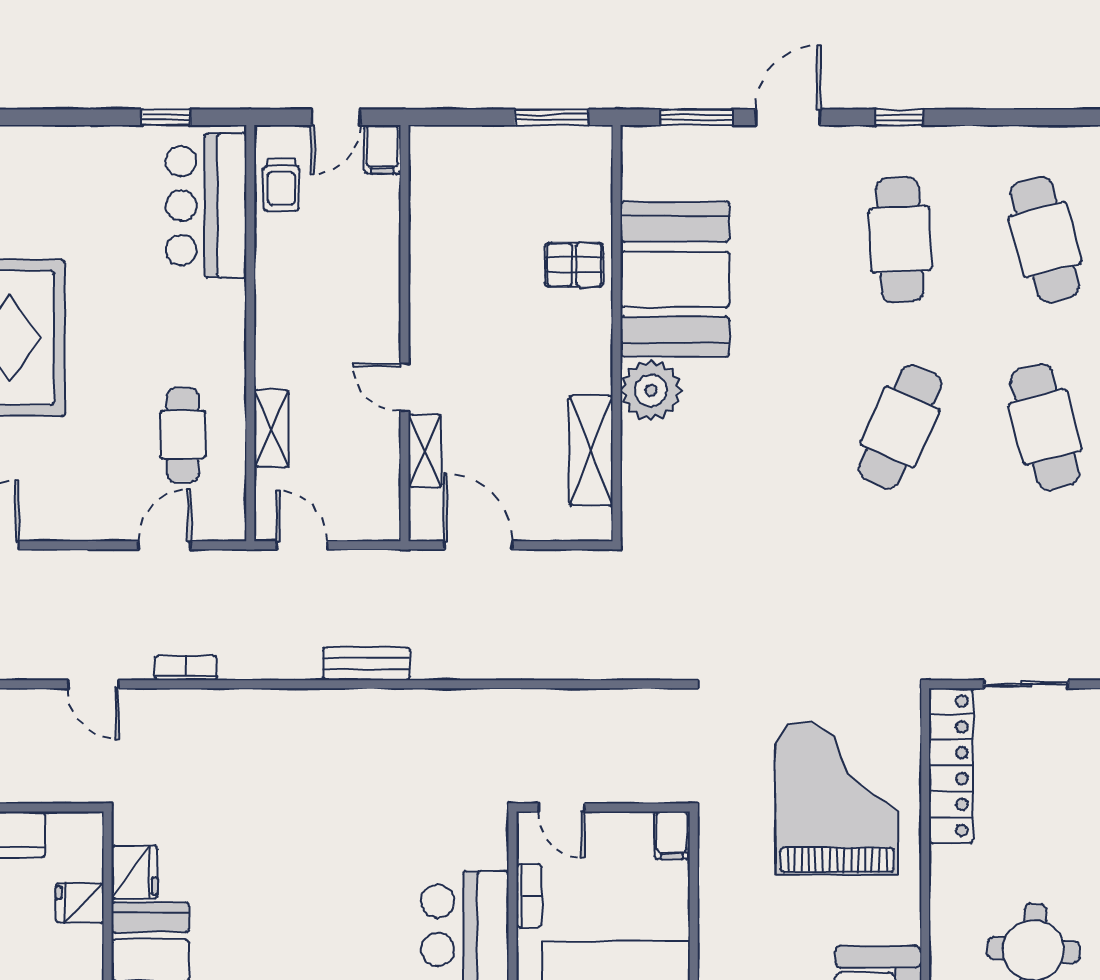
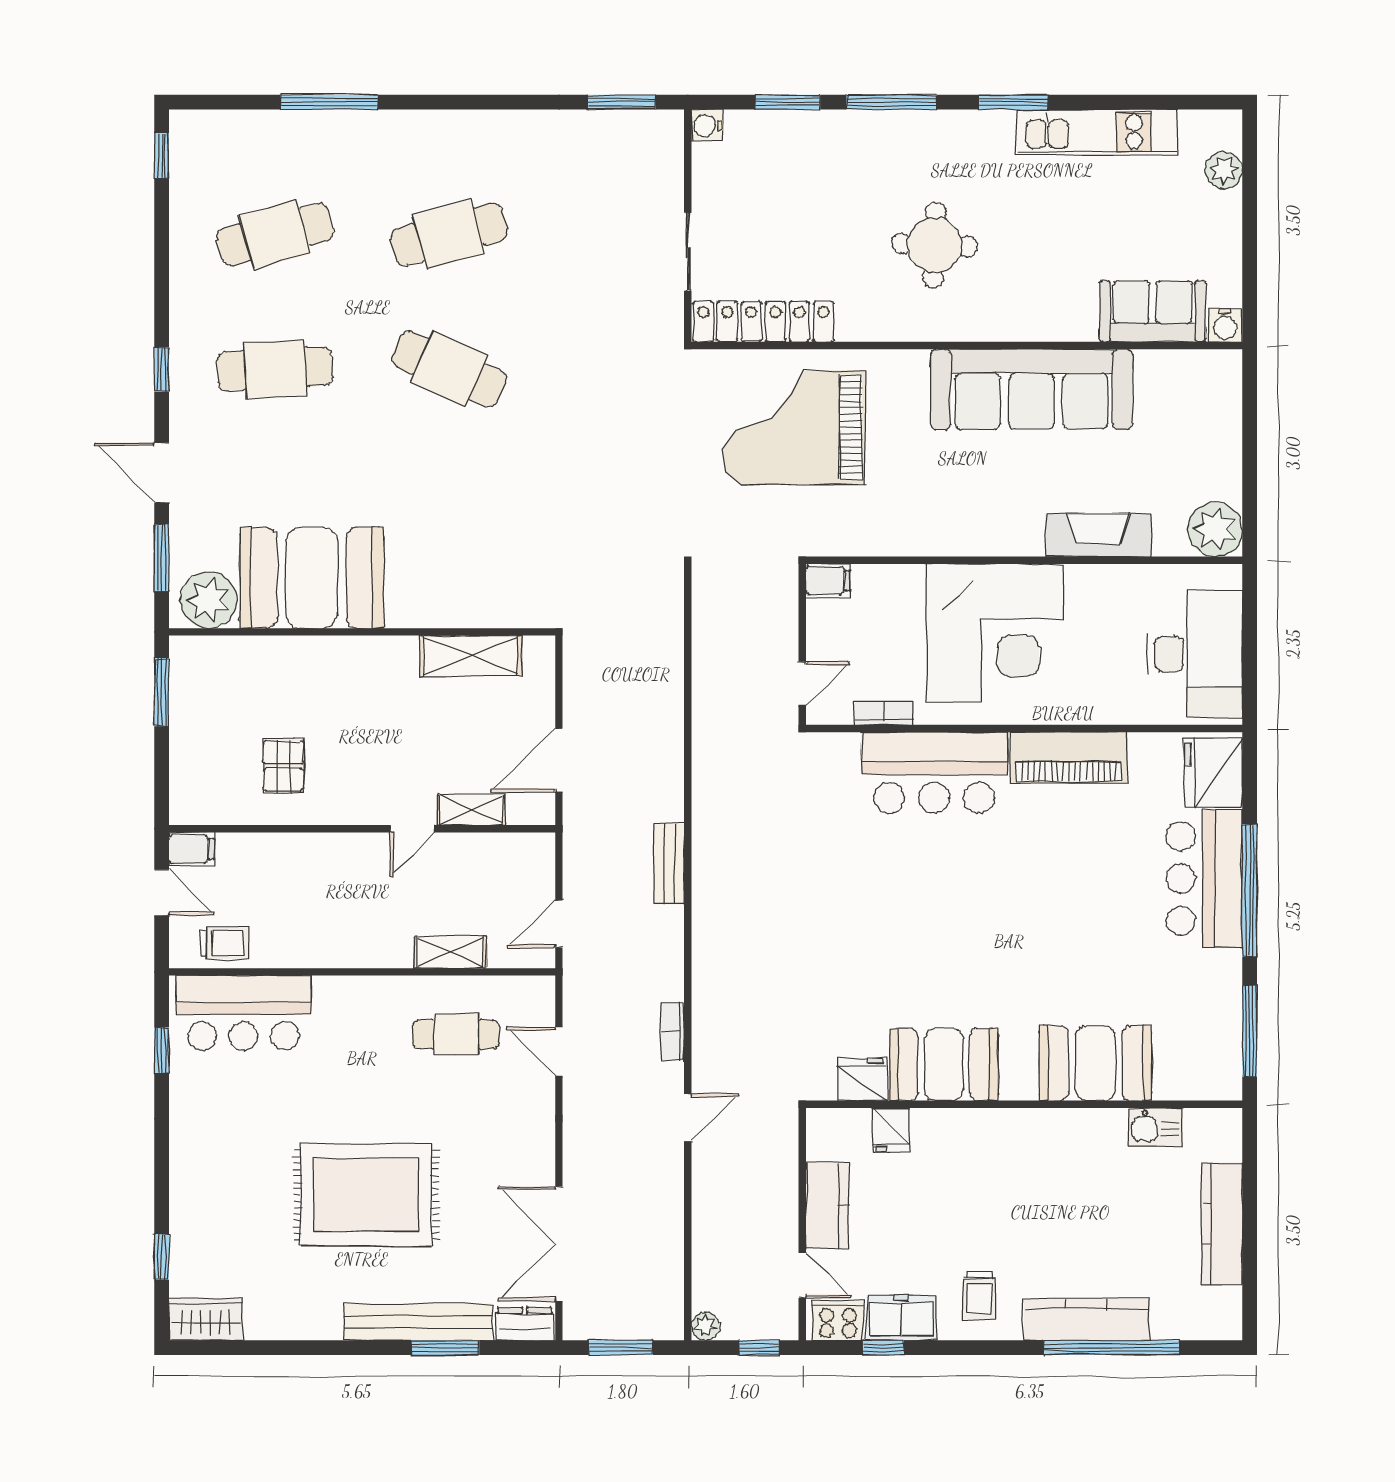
pallet: (574, 265) -> (283, 766), moved
plant: (651, 390) -> (209, 600), moved

